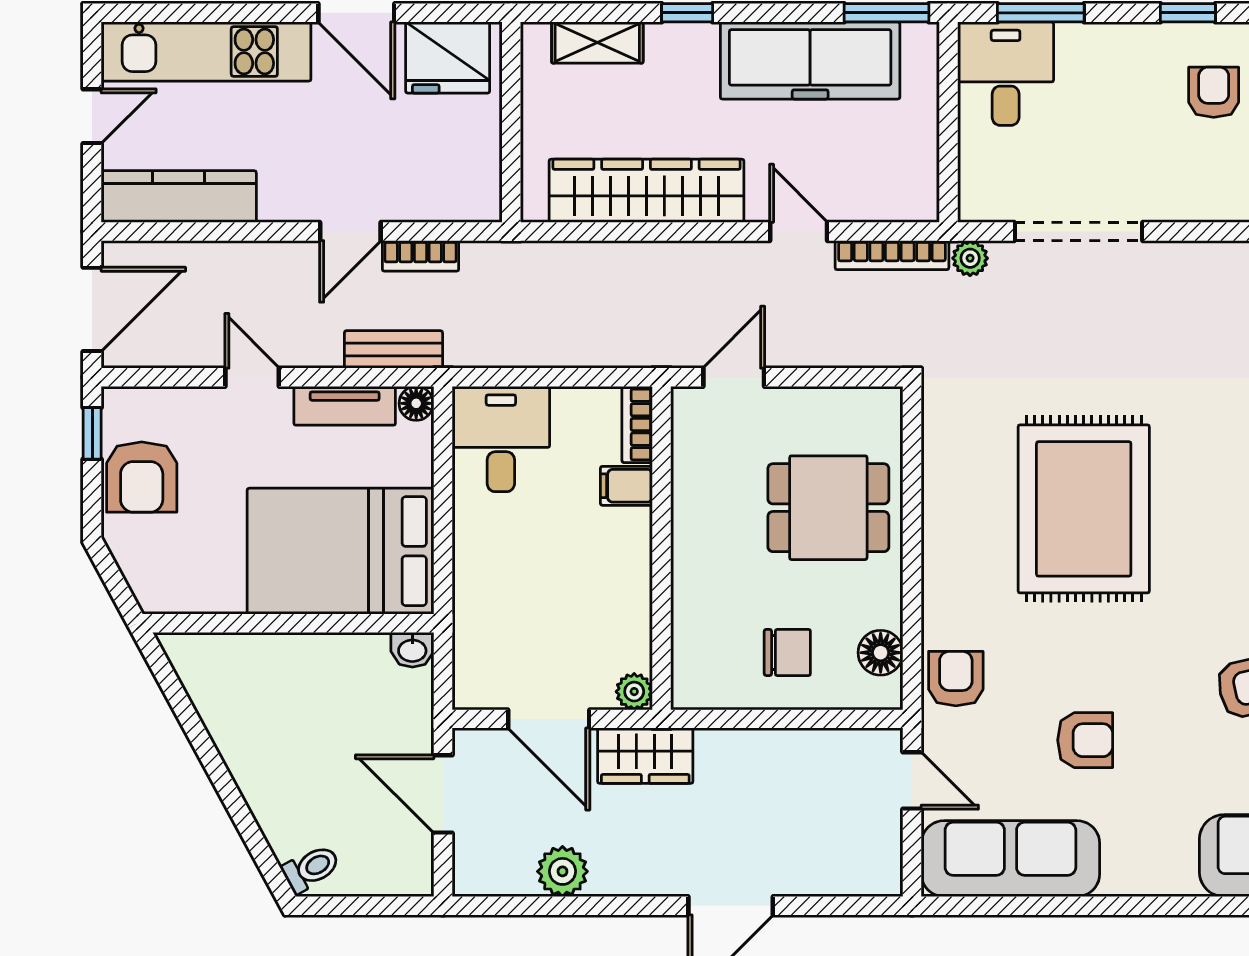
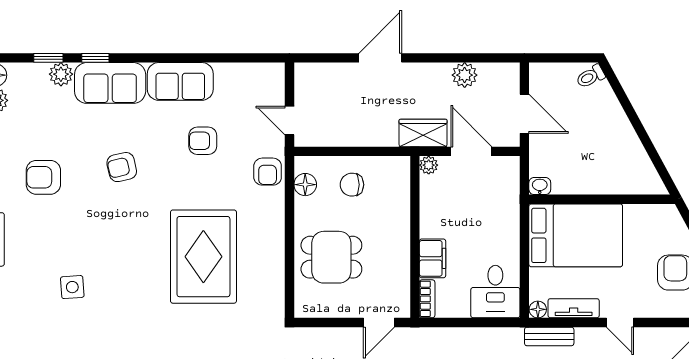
filing cabinet: (626, 486) -> (433, 258), width x2.00
sofa: (1010, 859) -> (180, 81), moved, width x0.73

